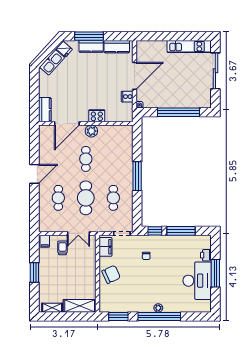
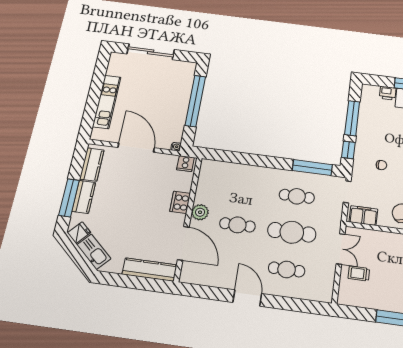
kitchen unit: (189, 46) -> (107, 102), moved
cooker: (127, 97) -> (185, 164), moved
kitchen counter: (45, 110) -> (149, 270), width x1.50
window: (137, 176) -> (312, 168), moved
filing cabinet: (45, 241) -> (346, 297), removed

